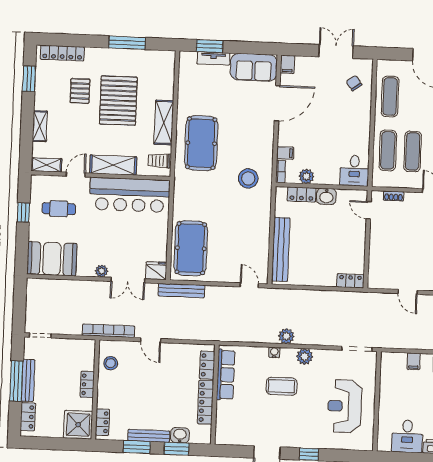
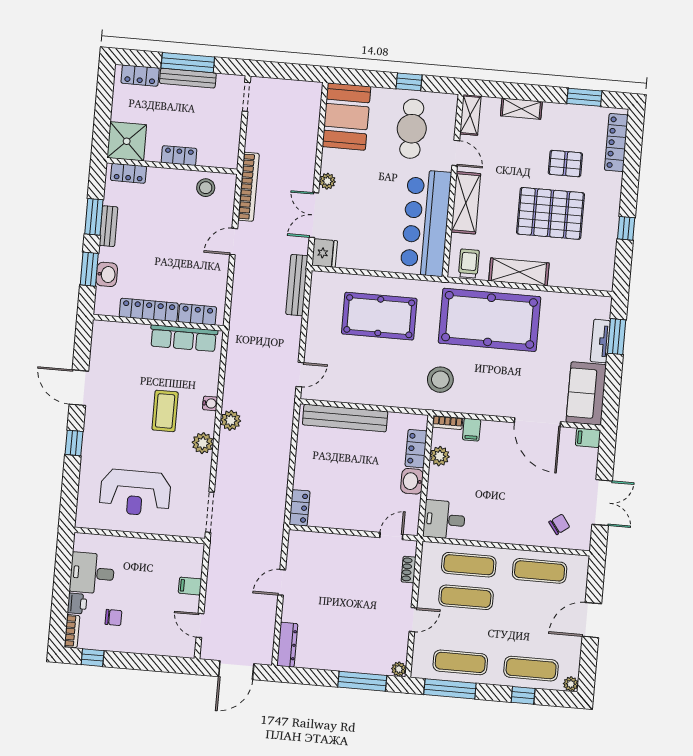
window: (127, 43) -> (626, 228), width x0.46
pool table: (201, 143) -> (489, 320), width x1.36, depth x1.32
cafe table: (59, 209) -> (412, 129), width x1.37, depth x1.35
pool table: (191, 248) -> (379, 316), moved
reception desk: (345, 406) -> (135, 493), turned 180
bench: (149, 436) -> (109, 226), width x0.73

